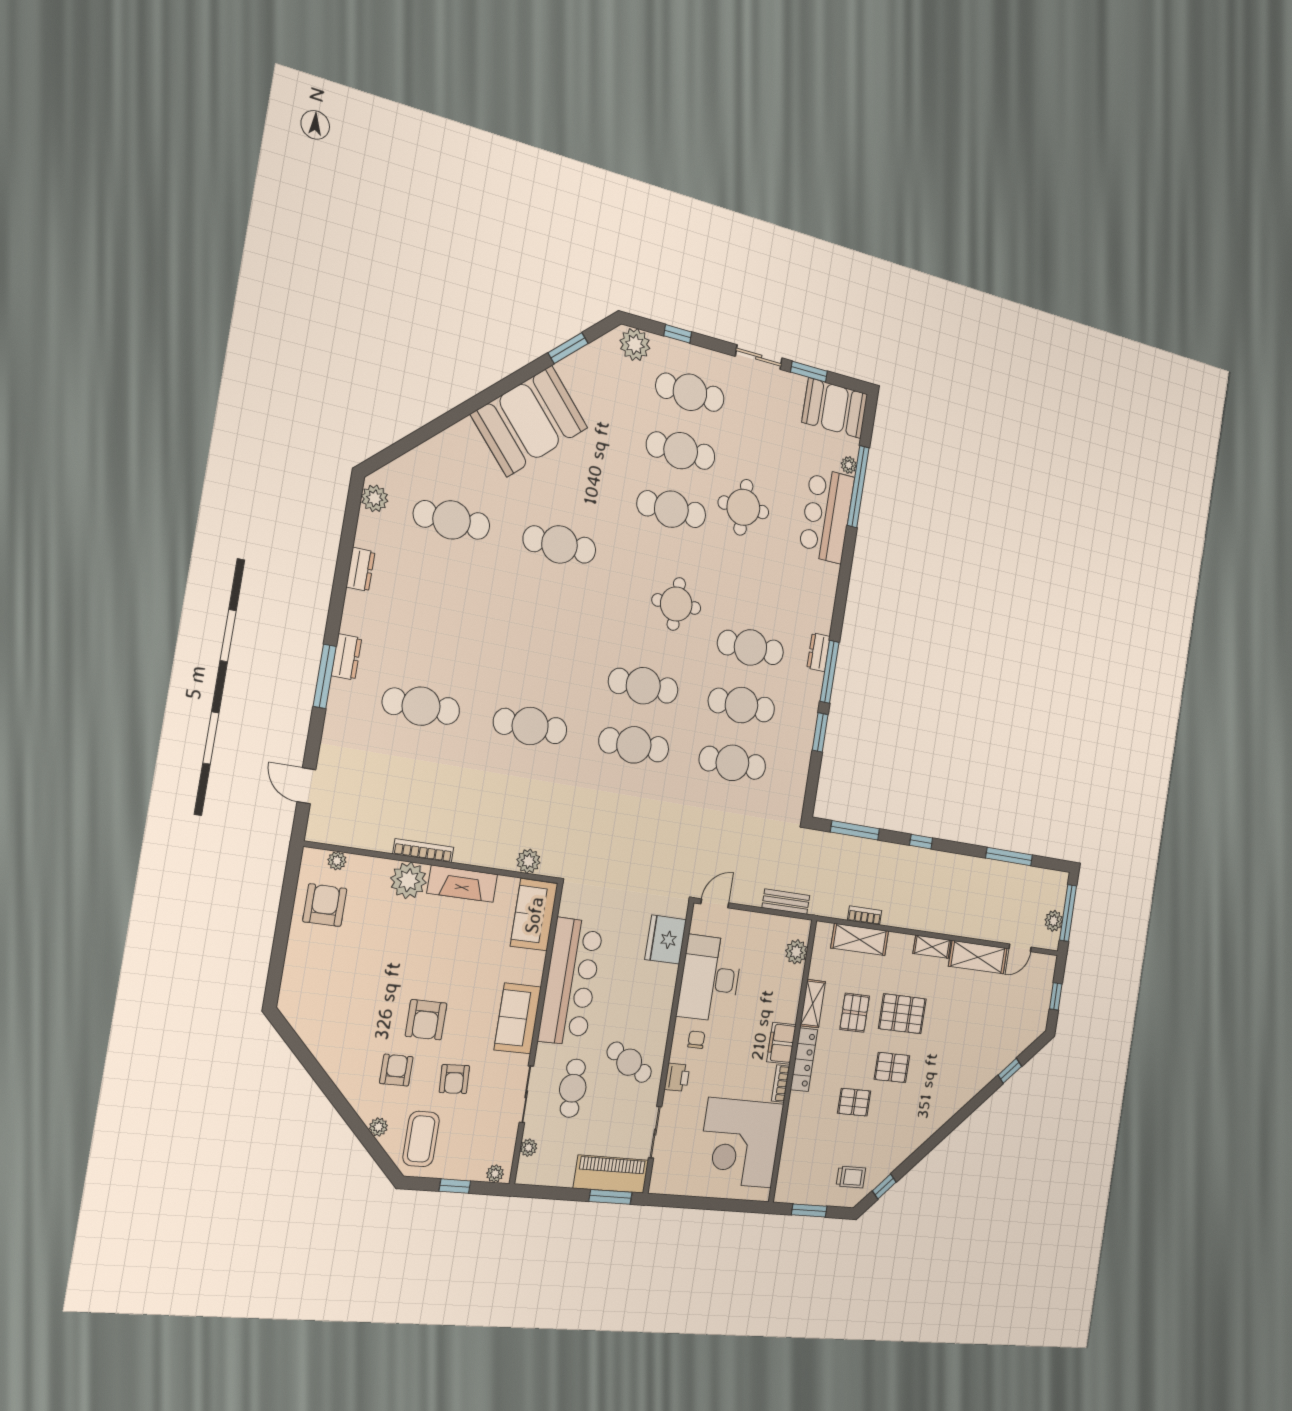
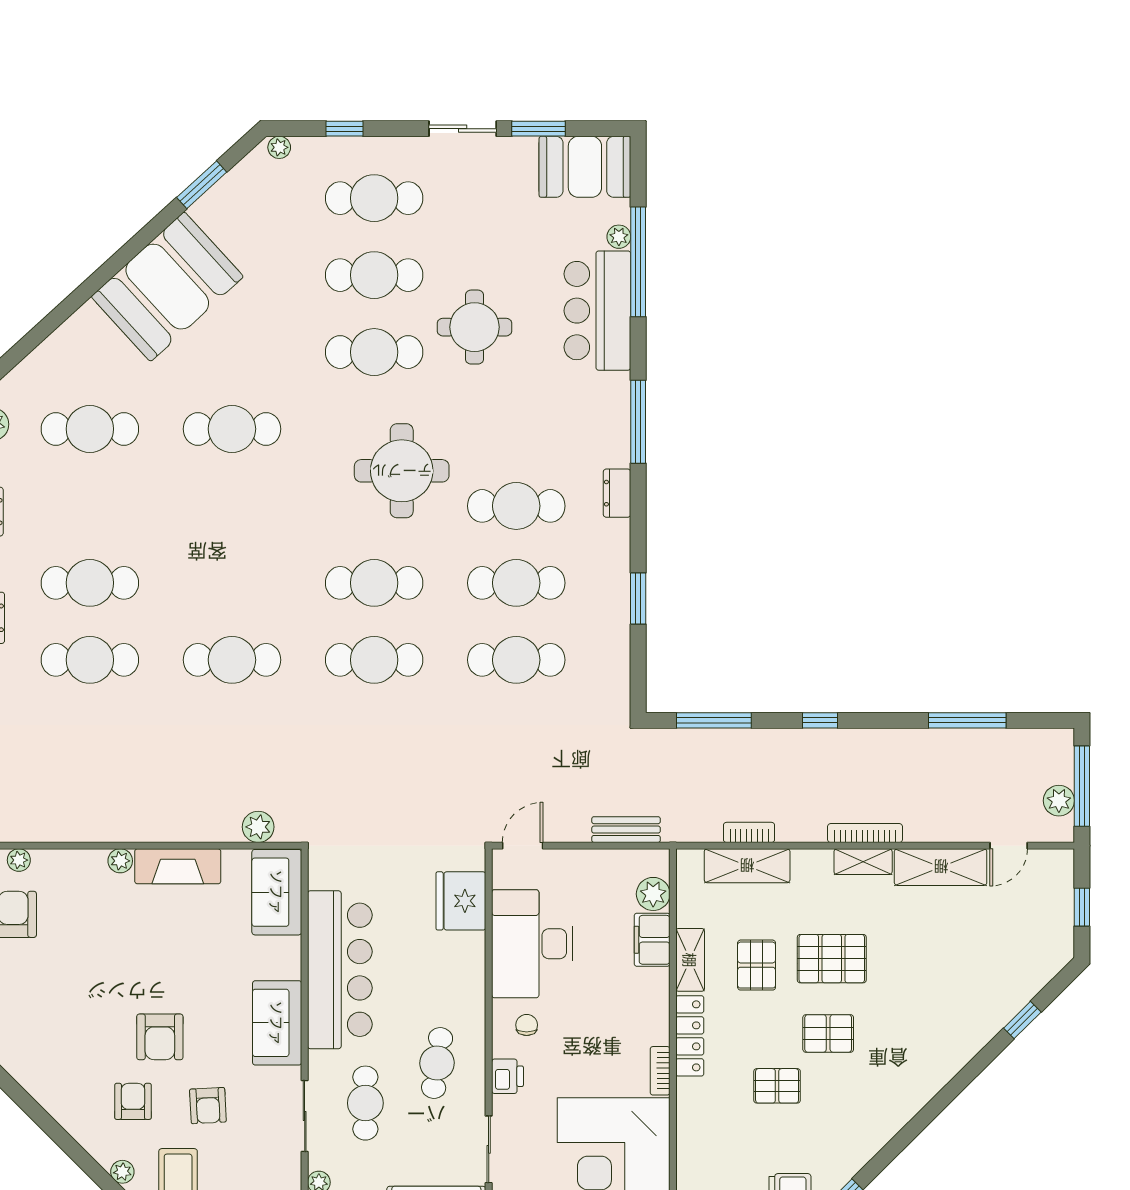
plant: (635, 344) -> (279, 147), width x0.53, depth x0.53
round table: (676, 604) -> (402, 471), width x1.36, depth x1.36
cafe table: (431, 644) -> (90, 583), added
window: (830, 672) -> (638, 422), moved
bookcase: (423, 851) -> (865, 833), moved
plant: (408, 880) -> (120, 861), width x0.53, depth x0.53
filing cabinet: (781, 1043) -> (652, 940), moved
cafe table: (629, 1062) -> (437, 1063), turned 68

